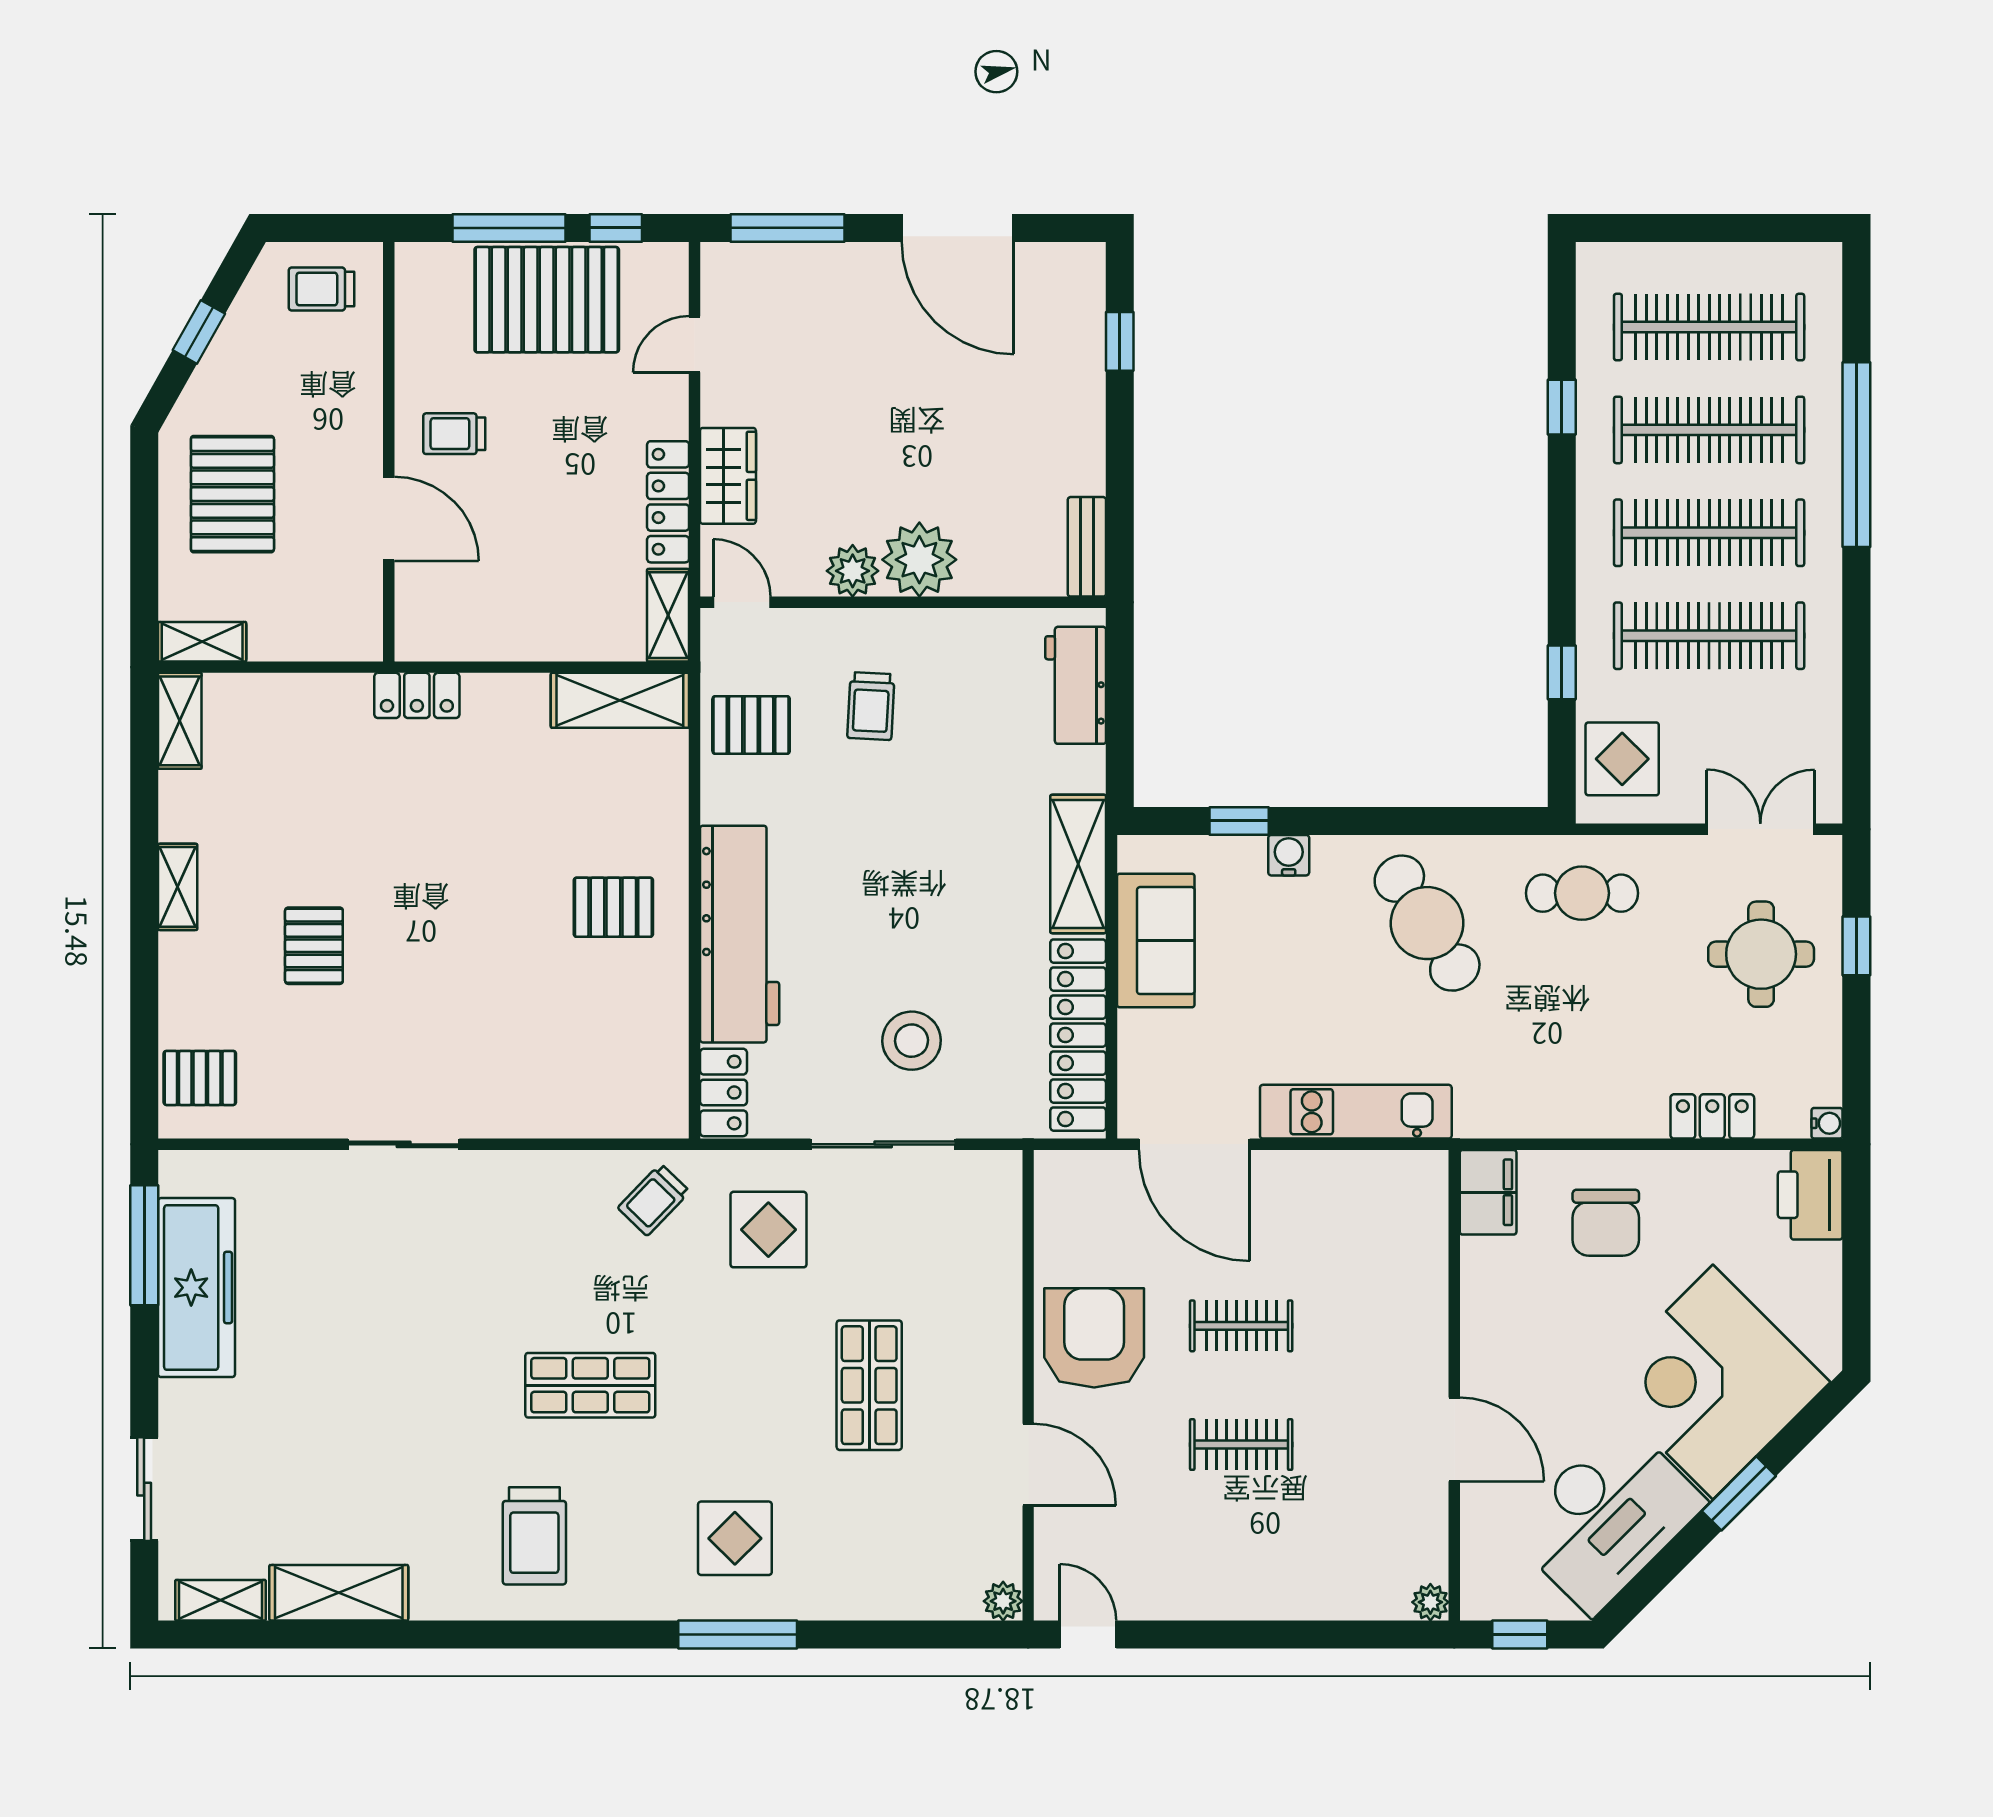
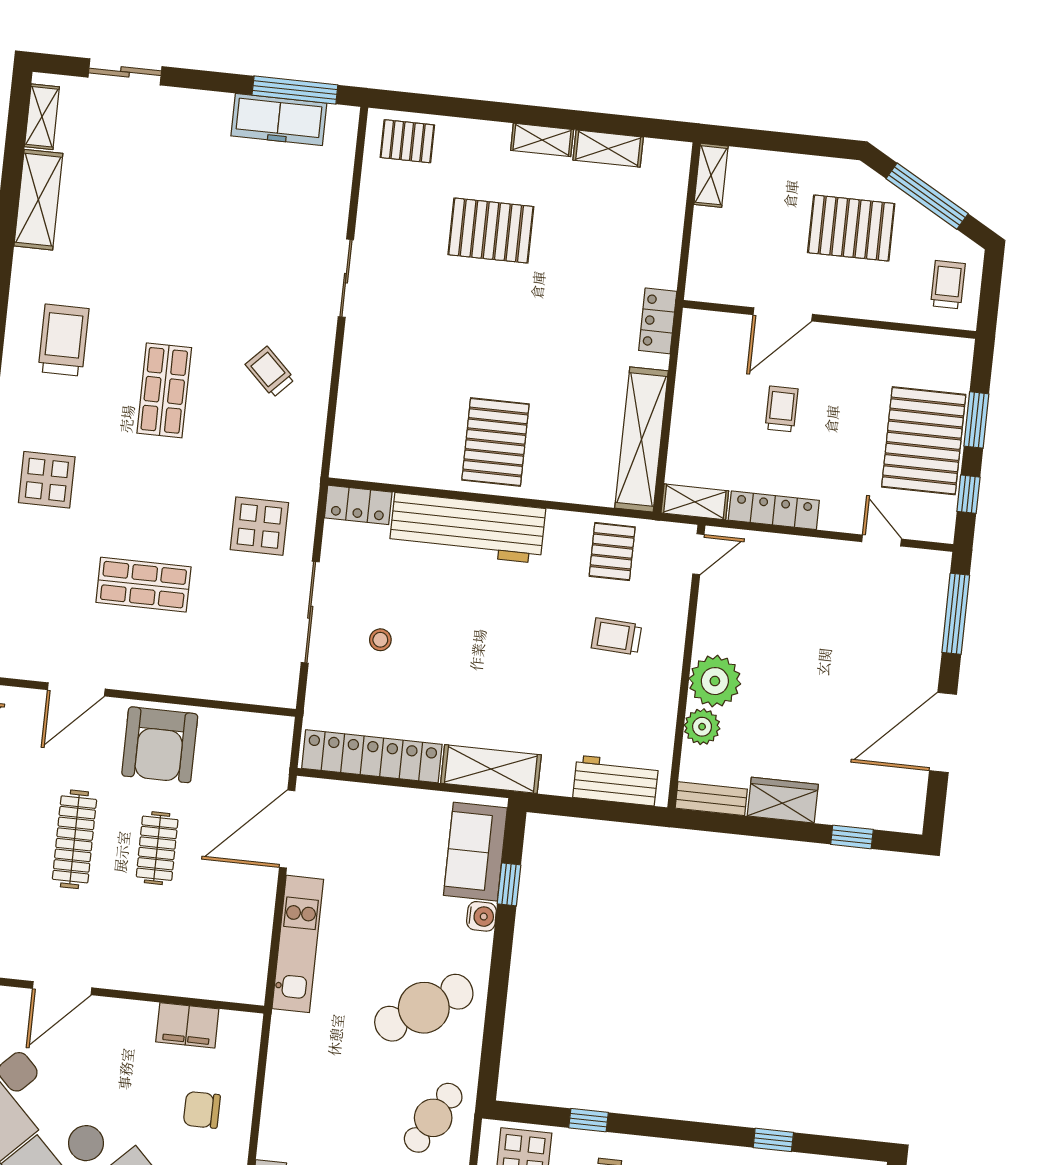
window: (509, 228) -> (976, 420), width x0.69
window: (199, 332) -> (927, 196), width x2.17
trolley: (454, 434) -> (782, 409), moved
wardrobe: (728, 476) -> (783, 800), moved, turned 180
pallet: (232, 494) -> (851, 228), moved
plant: (853, 571) -> (702, 727), moved
shelving: (620, 700) -> (642, 440), width x1.47
shelving: (180, 721) -> (608, 149), moved
cafe table: (1582, 893) -> (433, 1118), turned 30
pallet: (613, 907) -> (495, 442), width x1.50, depth x1.42
sofa: (1156, 941) -> (475, 852), moved, turned 90
pallet: (314, 946) -> (491, 231), width x1.50, depth x1.42
stool: (912, 1041) -> (380, 640), width x0.53, depth x0.53
pallet: (200, 1078) -> (407, 141), turned 90
filing cabinet: (1488, 1192) -> (187, 1025), moved
trolley: (654, 1200) -> (270, 372), moved
chair: (1606, 1223) -> (202, 1110), width x0.73, depth x0.73
freezer: (197, 1288) -> (279, 120), width x0.73, depth x0.79
armchair: (1094, 1338) -> (160, 745), turned 90
clothes rail: (1241, 1445) -> (74, 839), width x1.36
trolley: (534, 1536) -> (63, 340), turned 90

